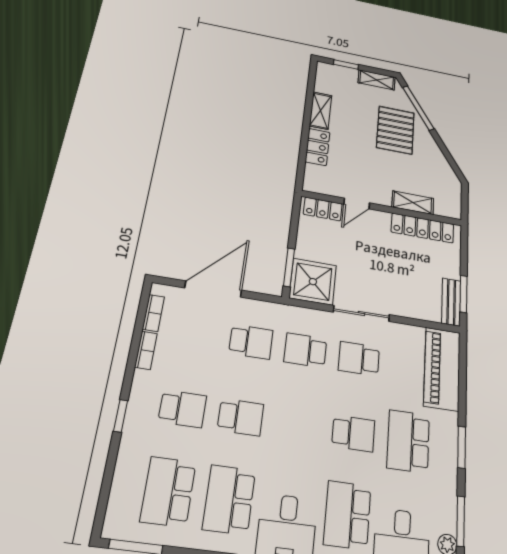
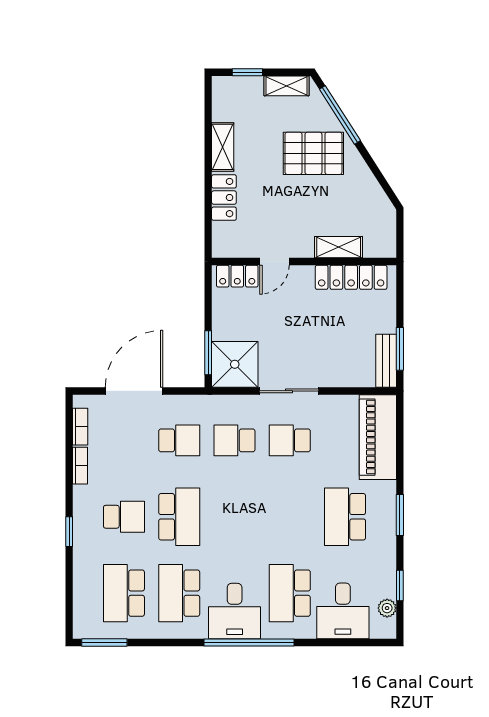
pallet: (395, 130) -> (313, 153), turned 90
school desk: (241, 417) -> (179, 517), width x1.85
school desk: (353, 433) -> (290, 517), removed
window: (461, 521) -> (400, 585), width x0.67

